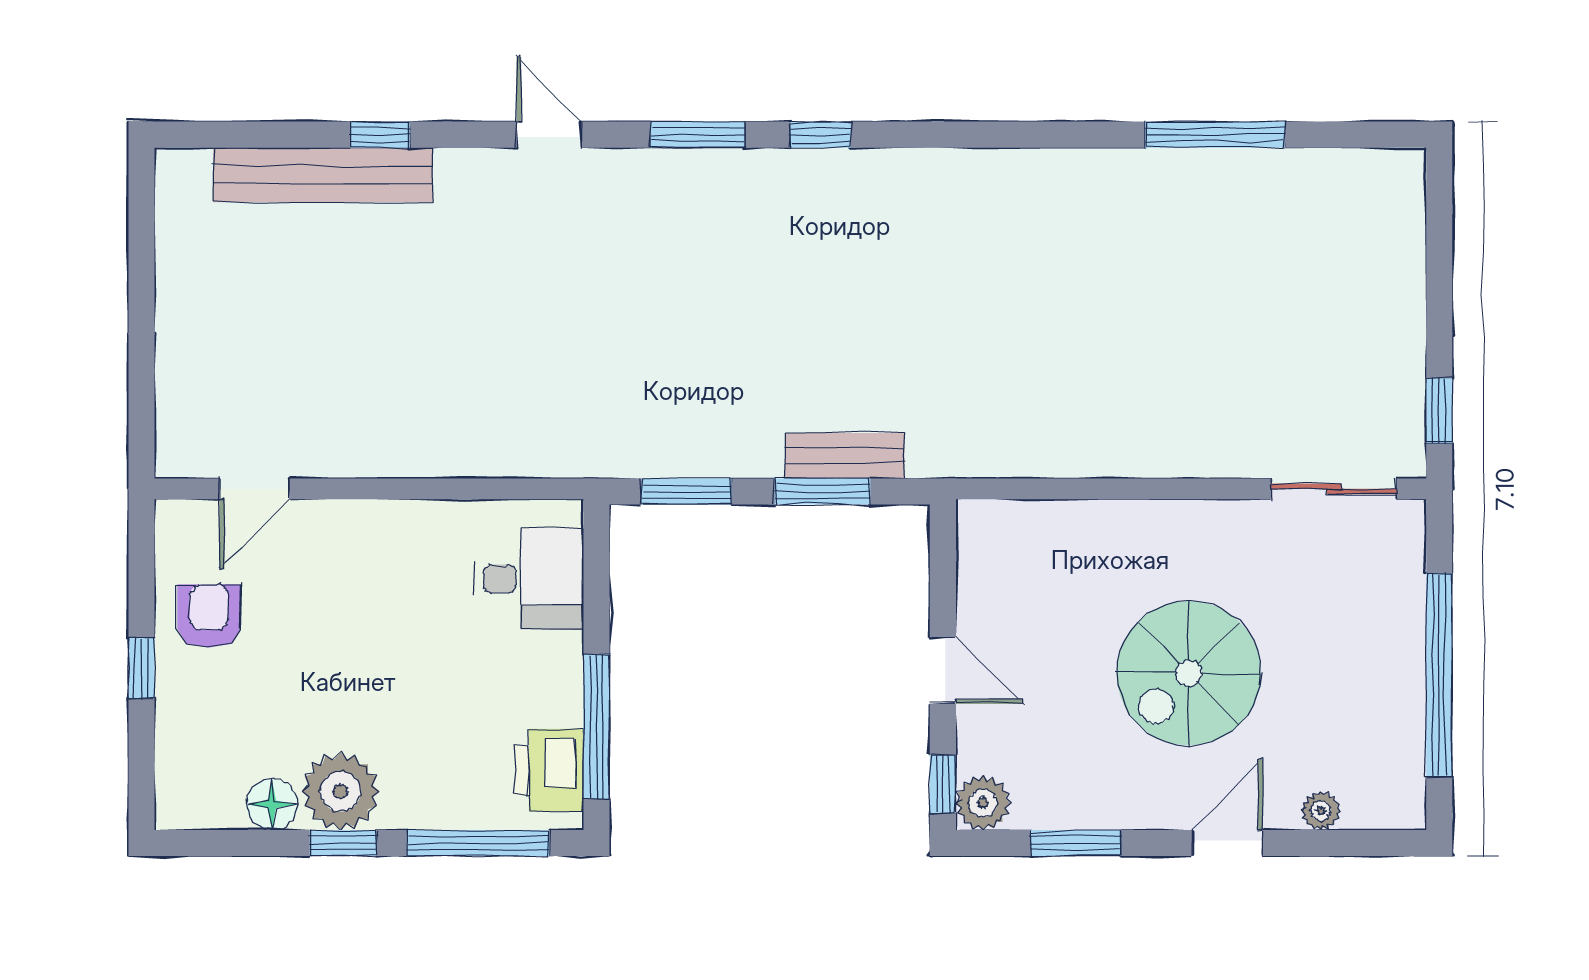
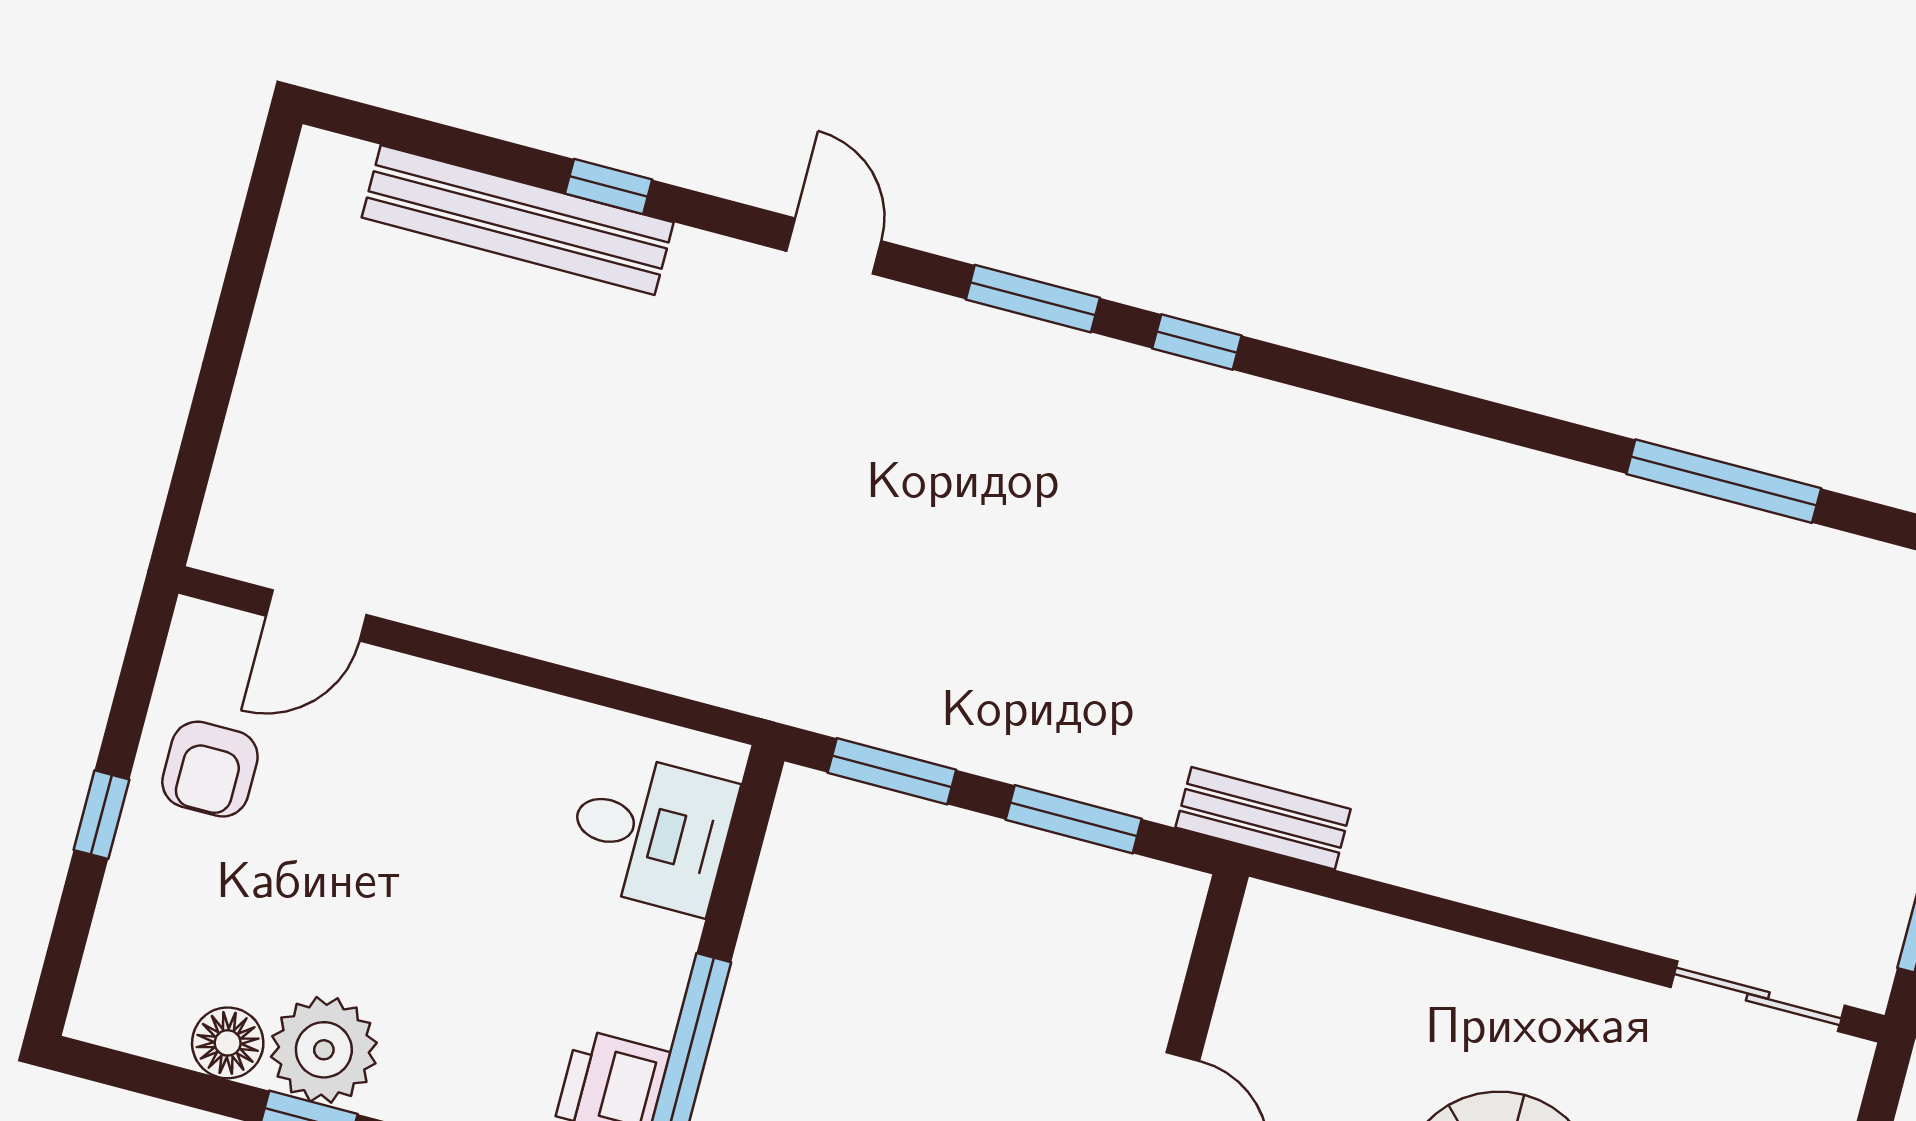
bench: (845, 456) -> (1263, 818), moved
armchair: (209, 616) -> (210, 769), turned 180

